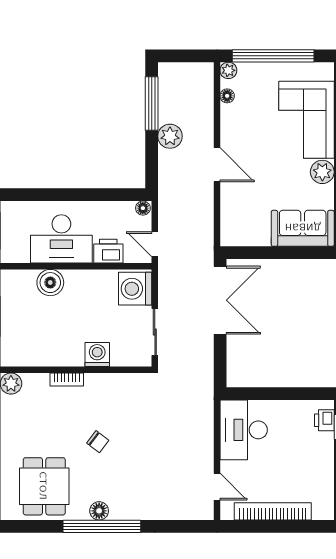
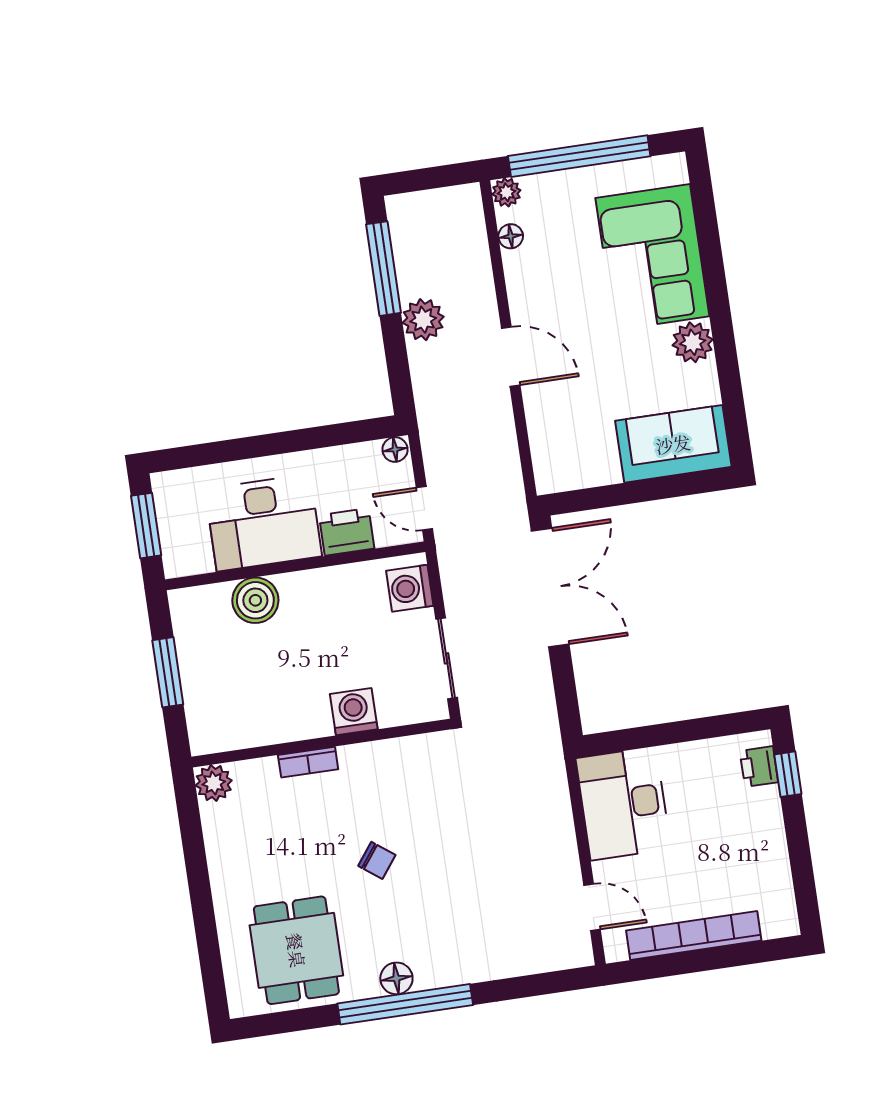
washing machine: (135, 289) -> (410, 588), width x0.73, depth x0.73

